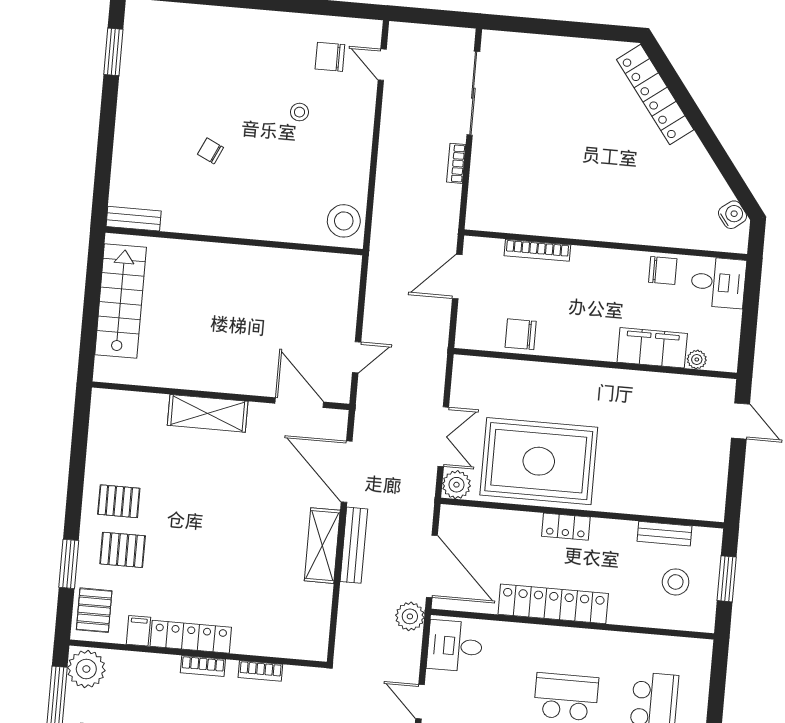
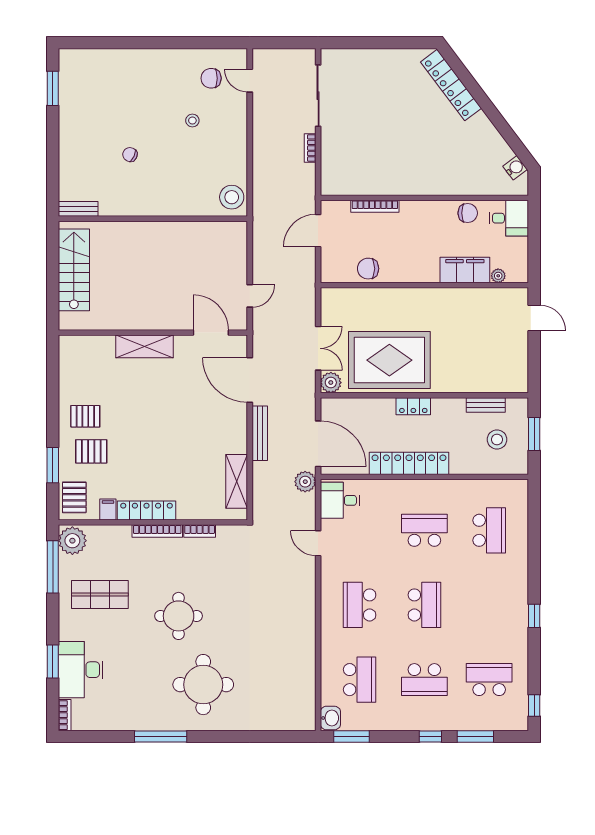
shelving: (322, 546) -> (237, 481), moved
bookcase: (203, 666) -> (157, 531), width x1.56

